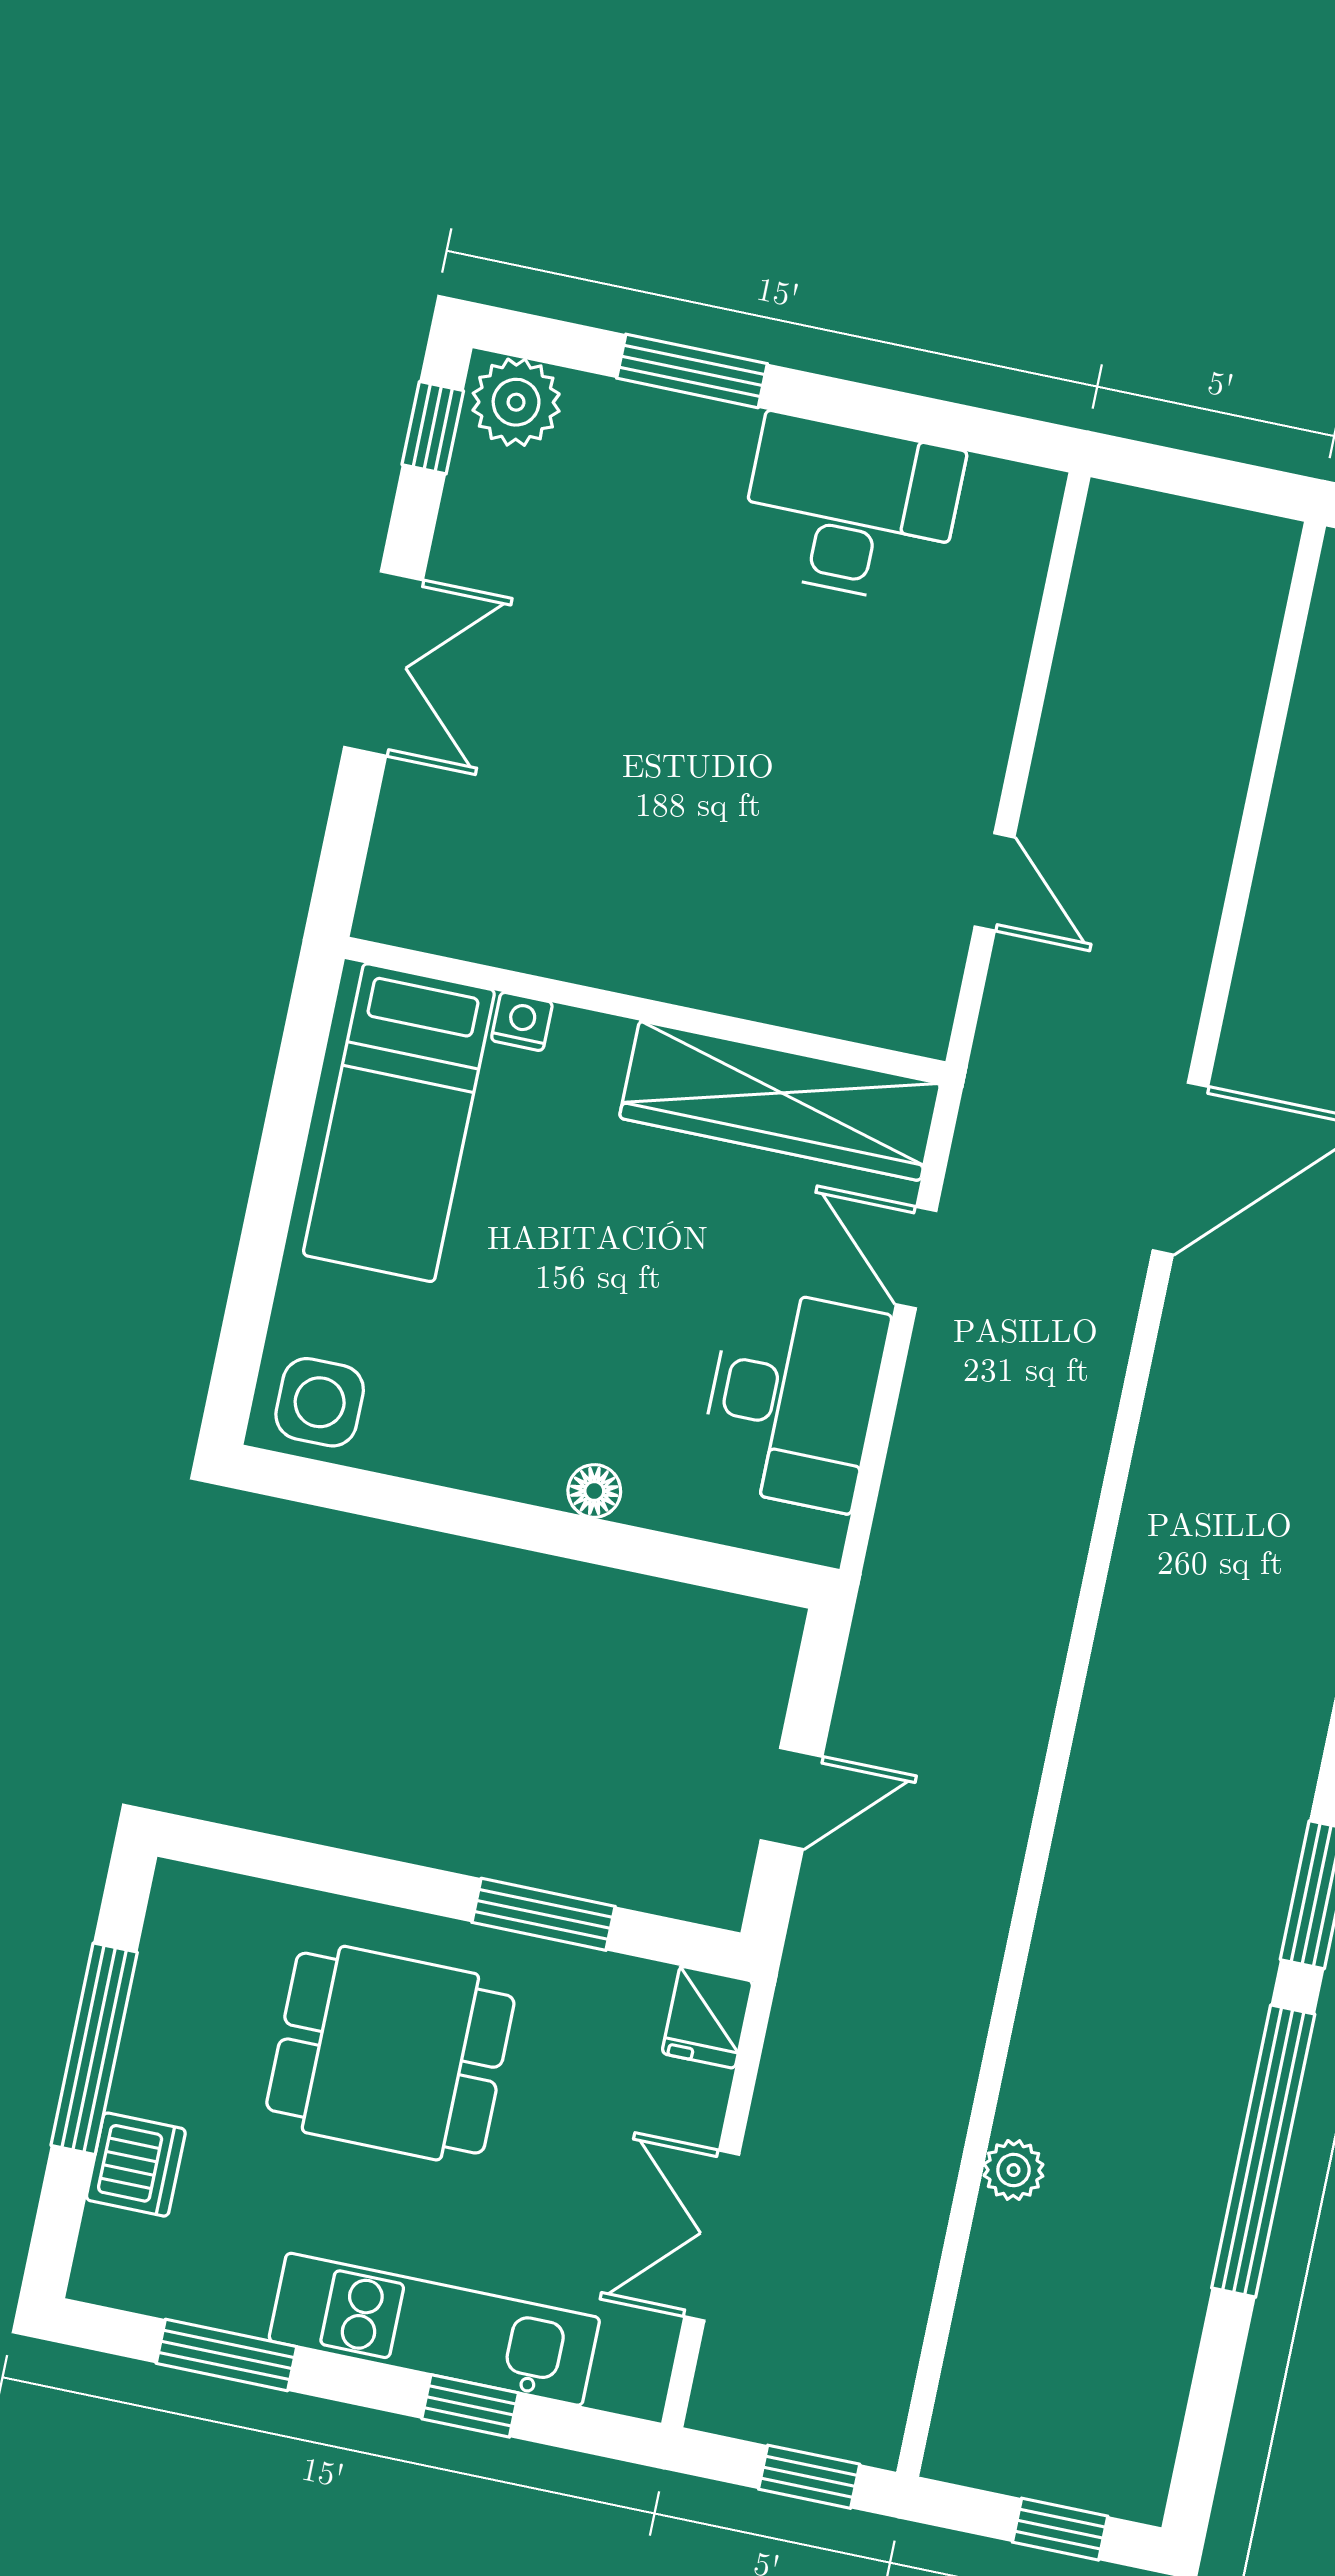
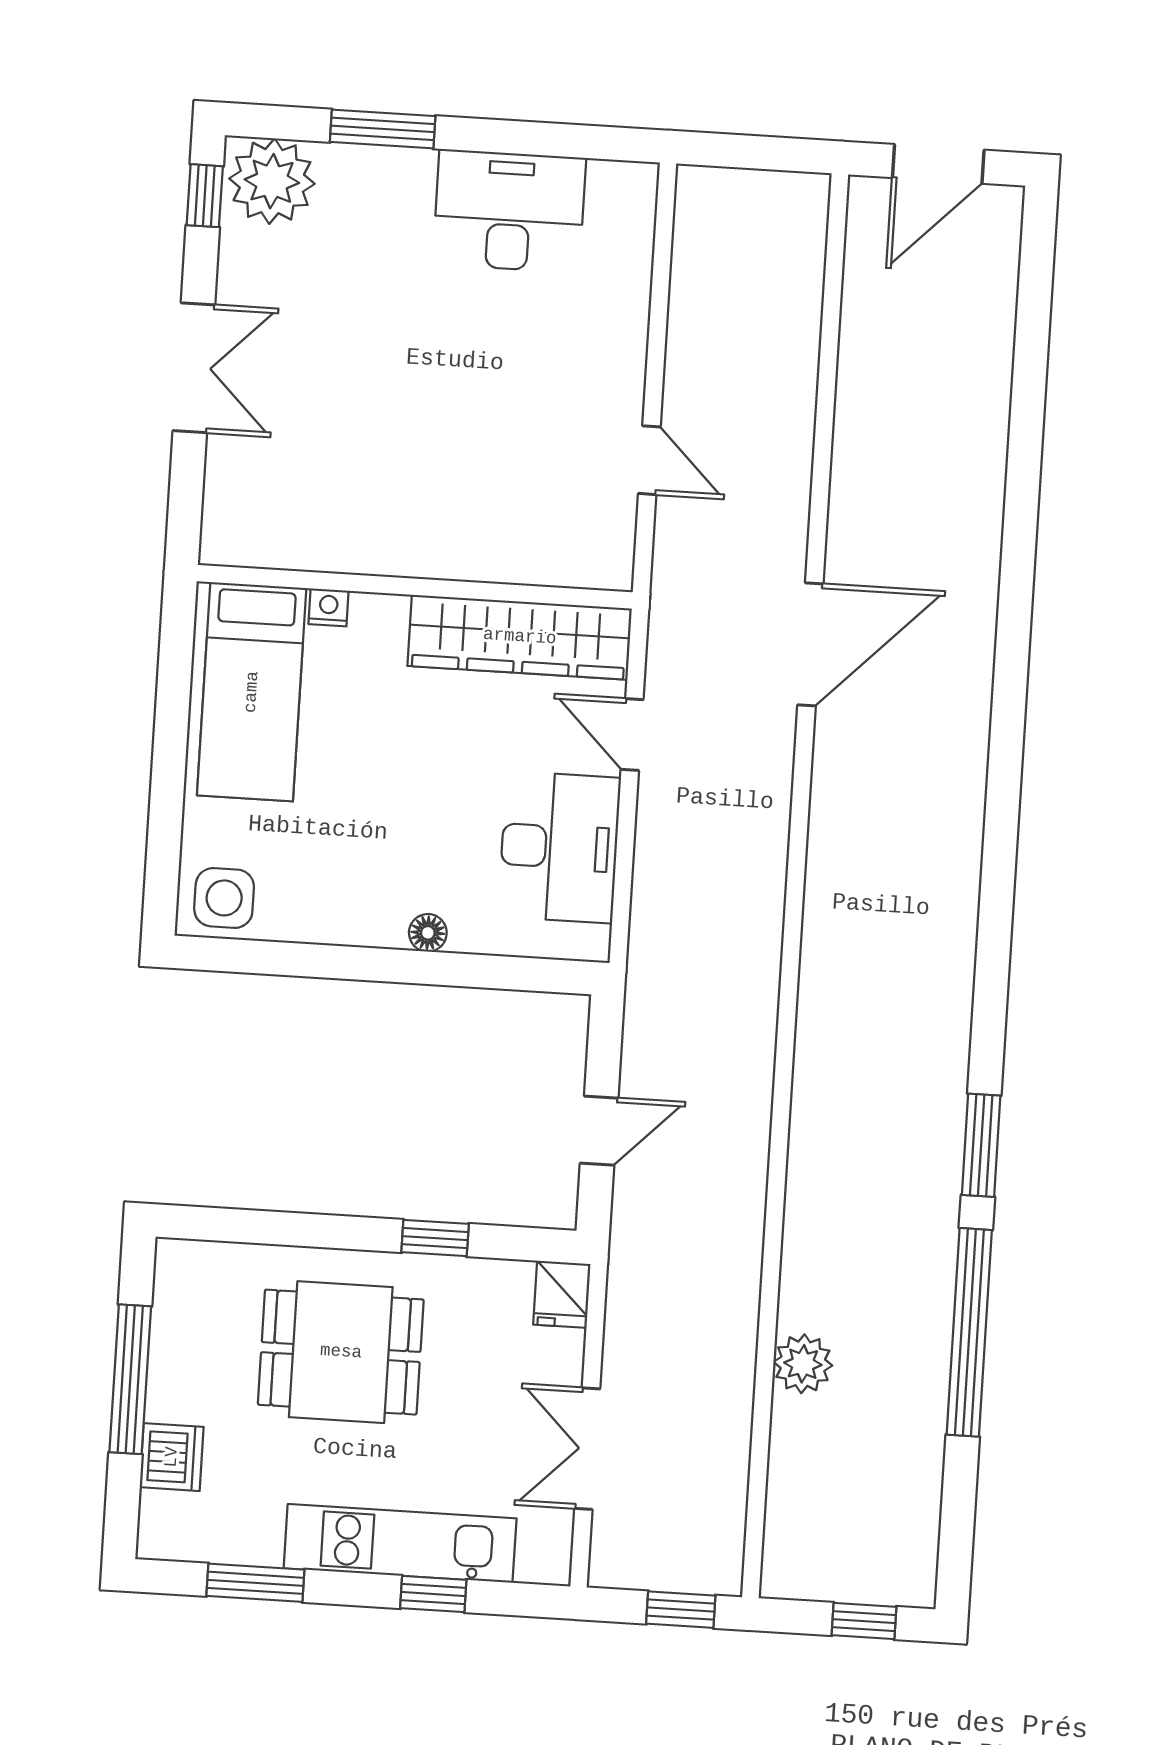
plant: (516, 402) -> (272, 181), width x1.36, depth x1.36
window: (544, 1914) -> (435, 1238), width x0.67
plant: (1013, 2170) -> (803, 1364), width x1.38, depth x1.38

